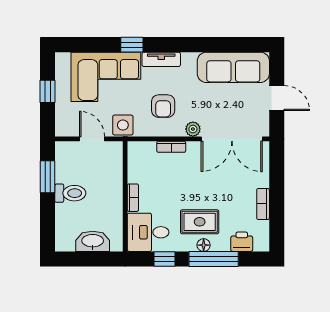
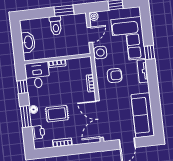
armchair: (163, 106) -> (115, 75), turned 180
plant: (193, 129) -> (94, 16), moved
rug: (200, 222) -> (57, 114), moved, turned 90
window: (214, 259) -> (26, 116), width x0.69

